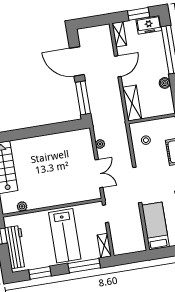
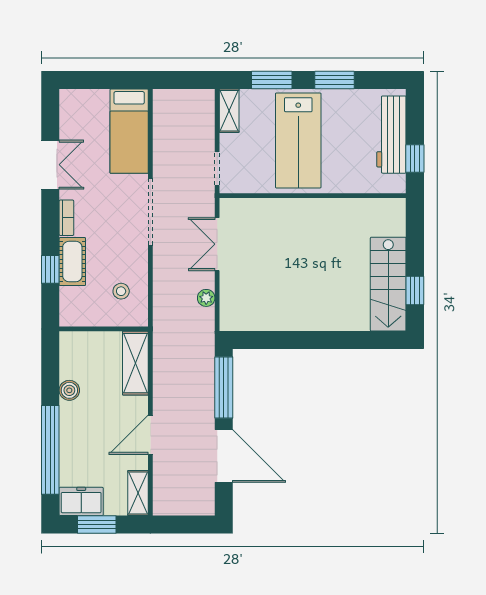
plant: (22, 206) -> (368, 207), removed
lab bench: (65, 236) -> (298, 140), turned 180
window: (84, 266) -> (272, 80), width x0.69
window: (40, 273) -> (334, 80), moved

